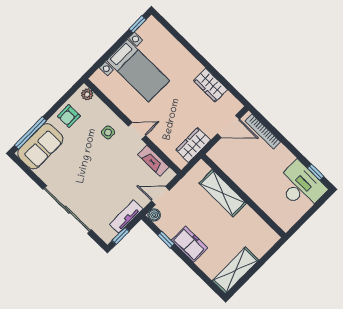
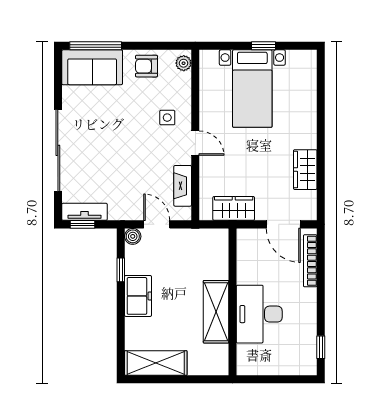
window: (138, 24) -> (264, 46), moved
desk: (301, 186) -> (259, 314), moved, turned 180
shelving: (223, 193) -> (216, 312), moved
tv unit: (126, 217) -> (84, 212), moved

